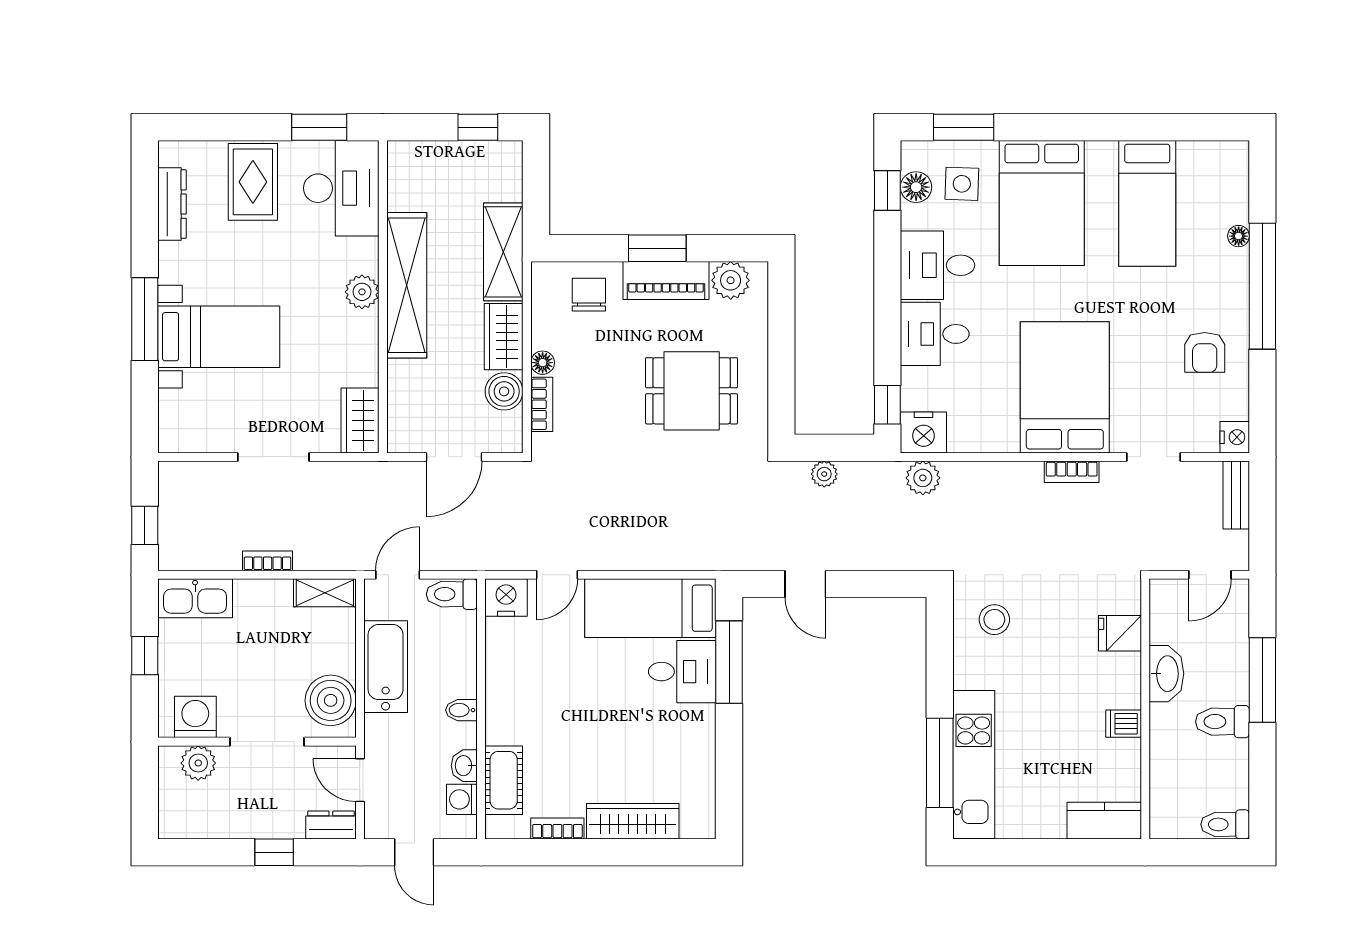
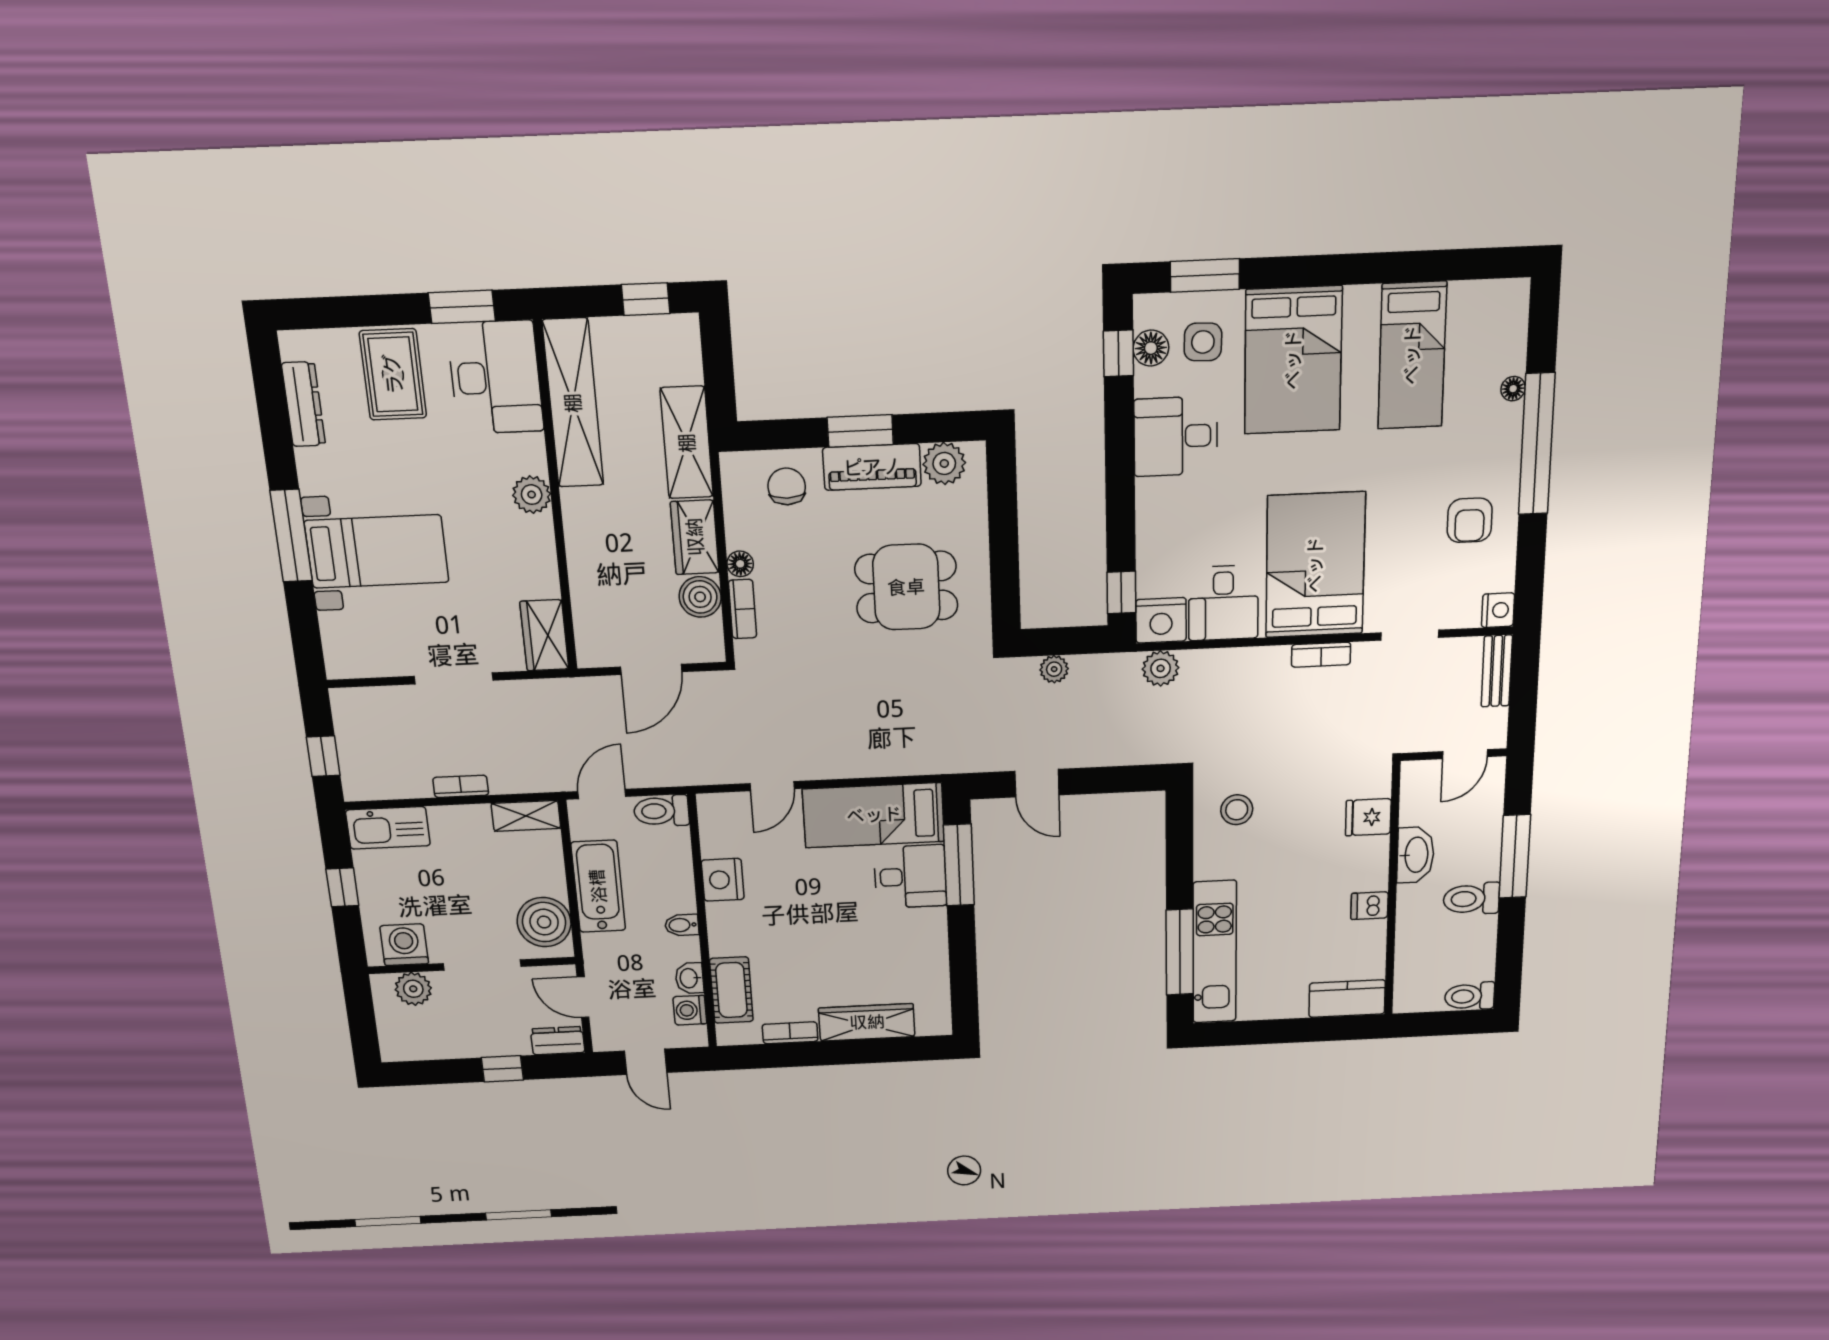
shelving: (407, 285) -> (573, 403), moved
desk: (935, 334) -> (1223, 603), moved, turned -90
nightstand: (506, 598) -> (723, 880), moved, turned -90

